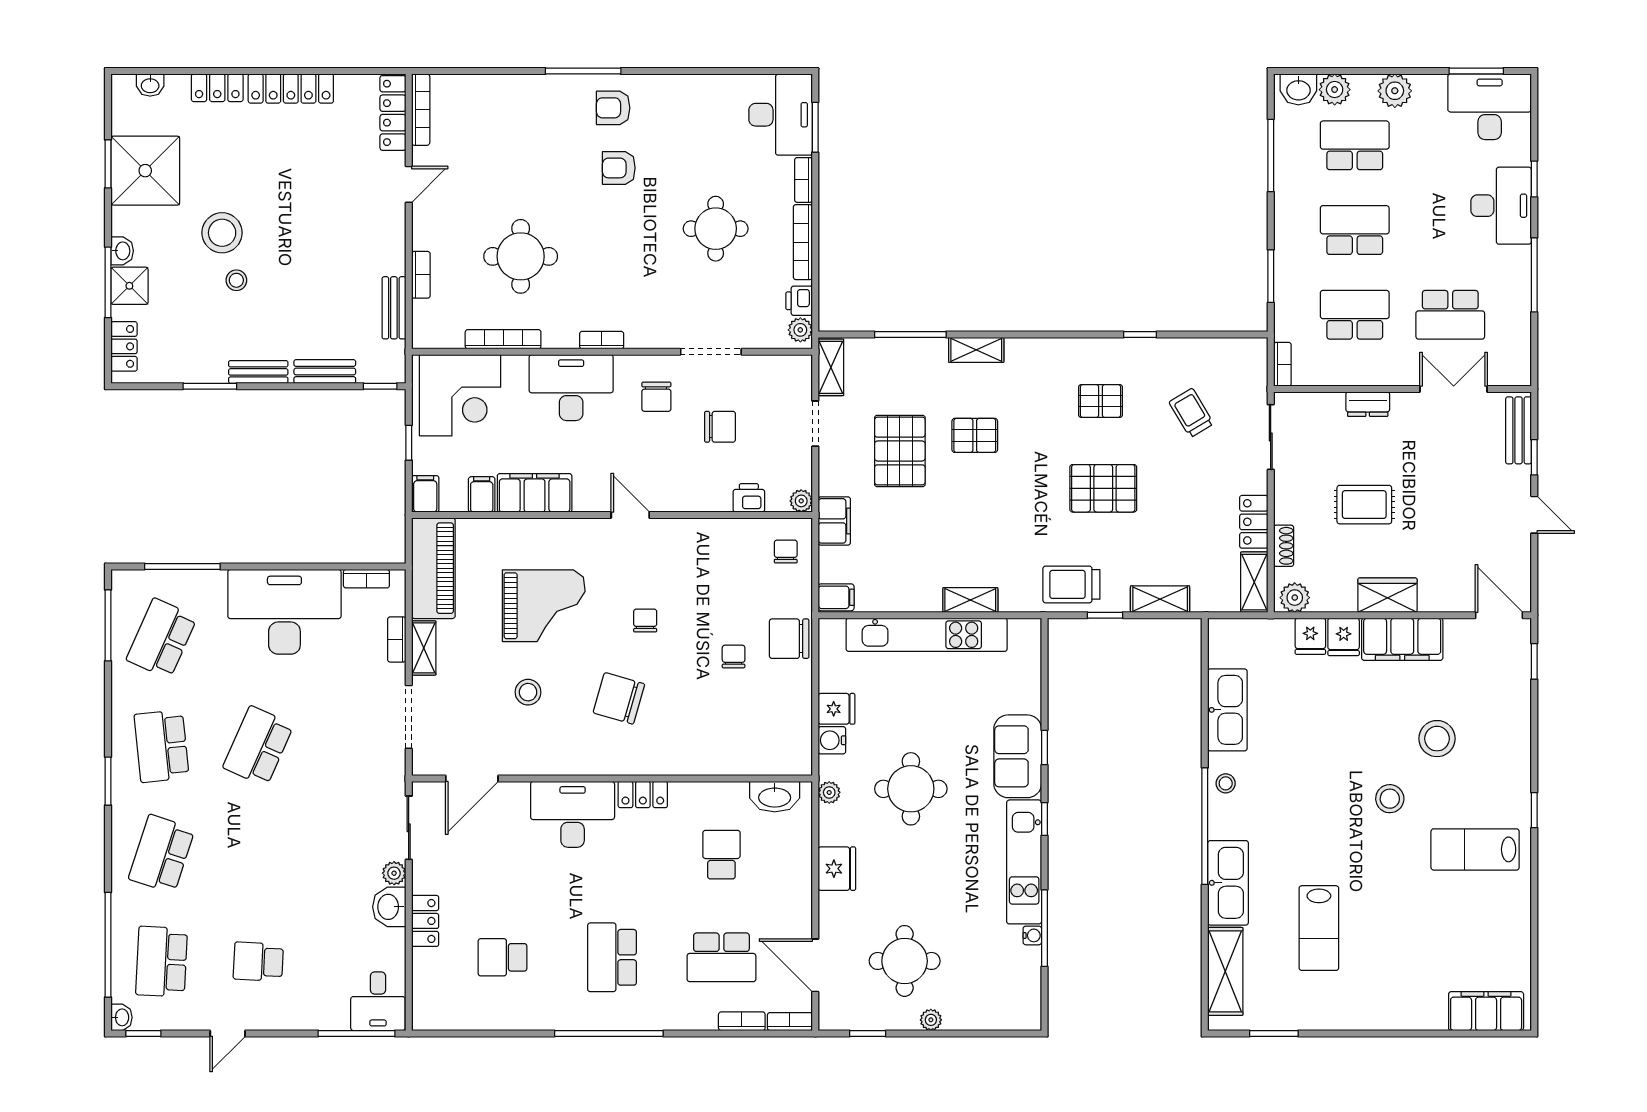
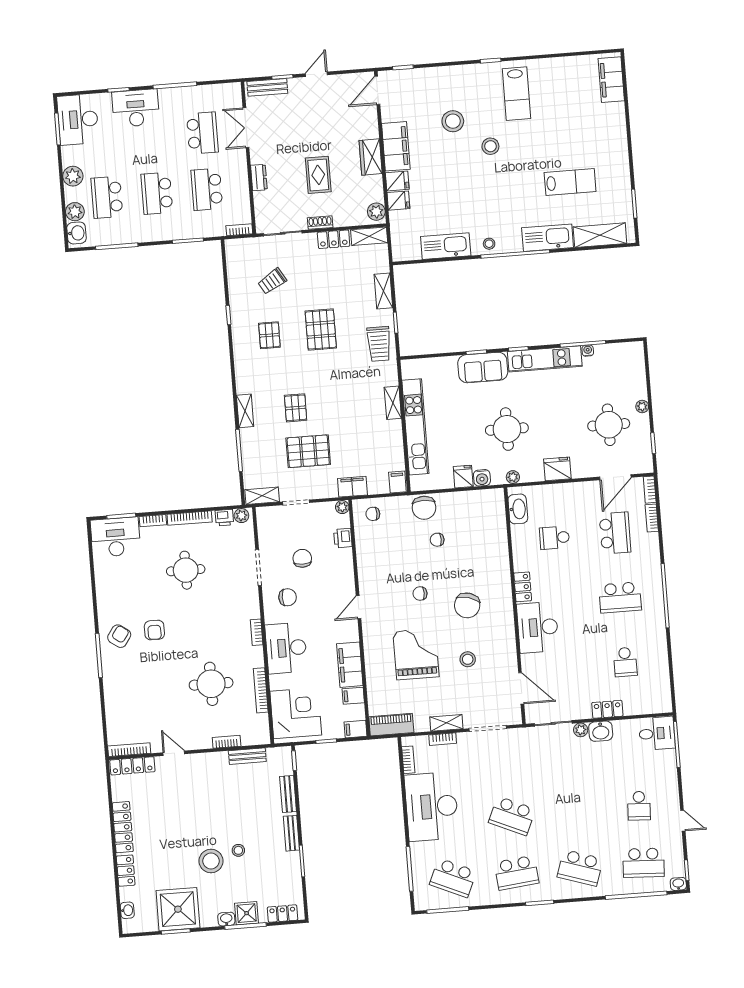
armchair: (613, 108) -> (119, 636), turned -145
shoe rack: (1284, 546) -> (320, 223), moved
piano: (433, 568) -> (391, 725), width x0.73, depth x0.75

